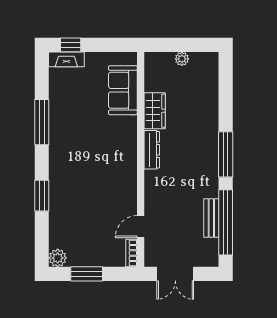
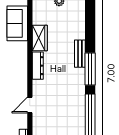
bench: (211, 218) -> (80, 54), moved
door: (141, 227) -> (30, 105), moved

